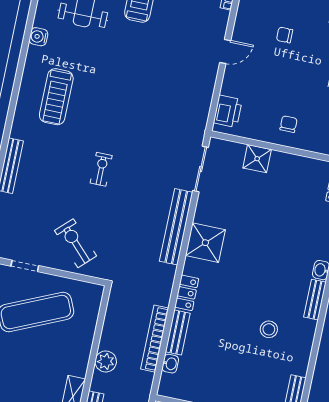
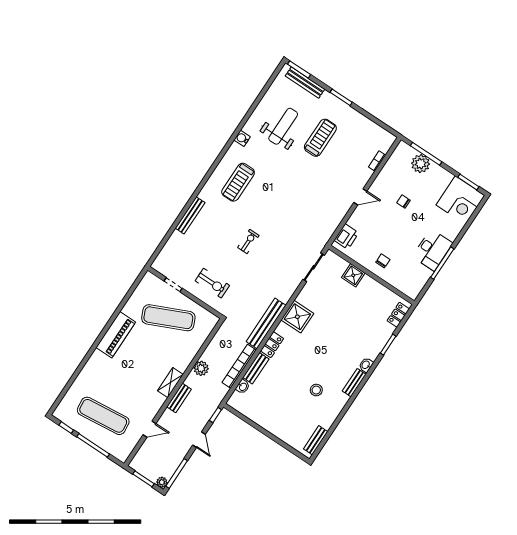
bench: (176, 227) -> (266, 323), moved
exercise bike: (76, 243) -> (212, 283), turned 134

